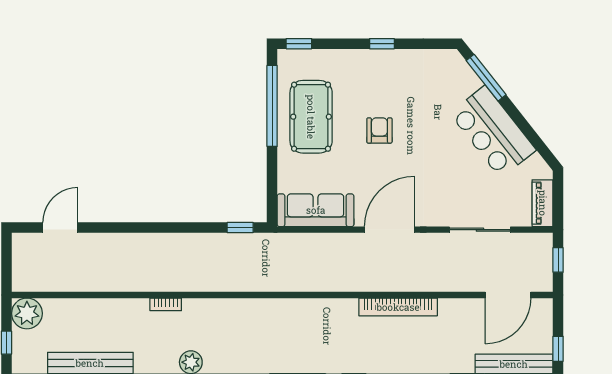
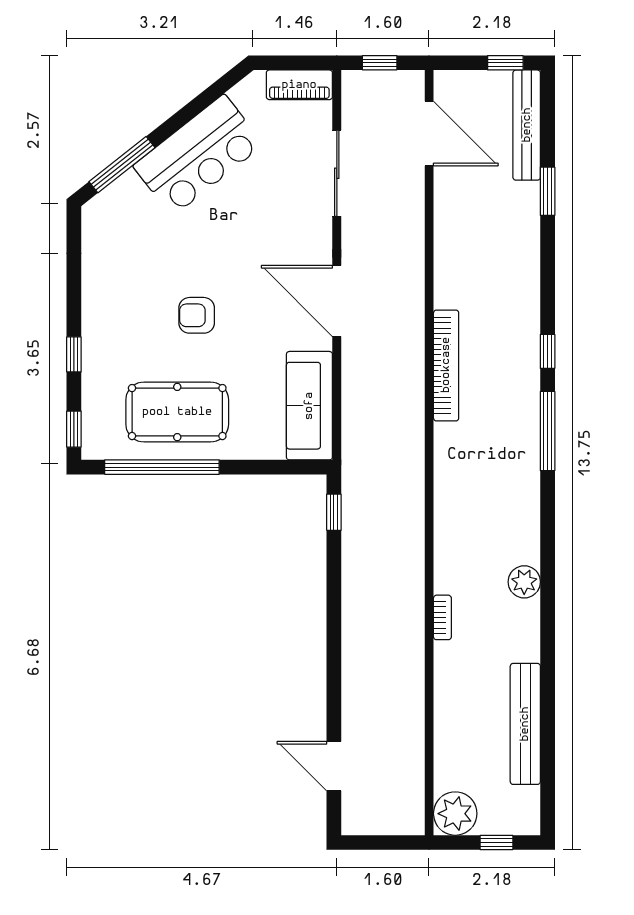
window: (382, 44) -> (74, 354), moved
bookcase: (398, 307) -> (446, 365), moved

